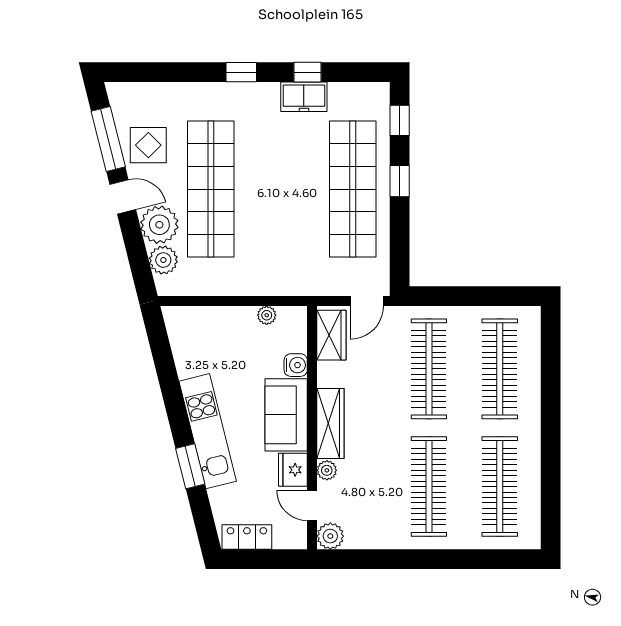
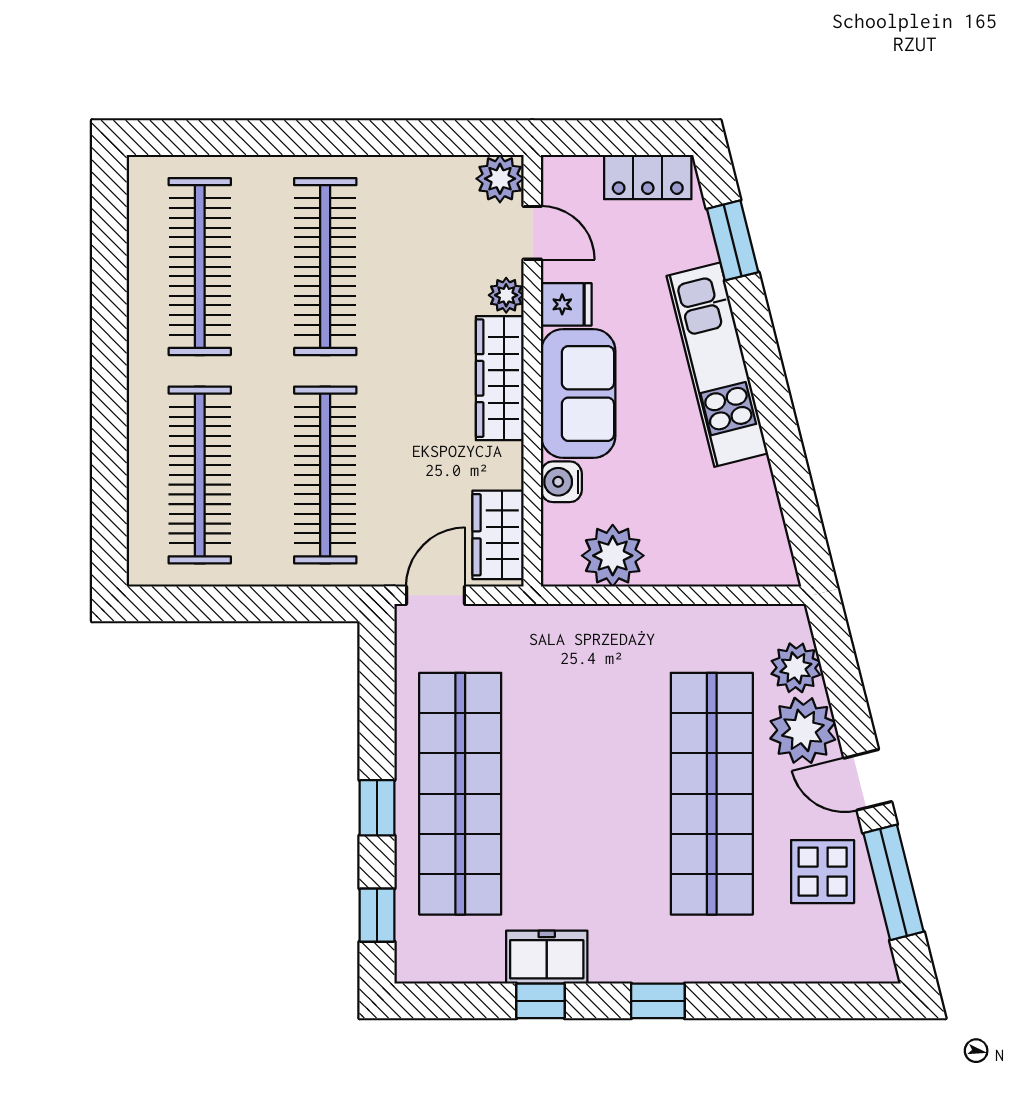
plant: (267, 315) -> (613, 556), width x1.87, depth x1.87
window: (190, 466) -> (733, 240), moved
fridge: (293, 470) -> (566, 304), width x0.72

